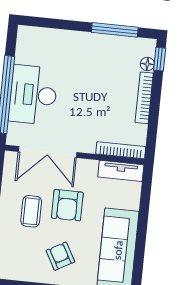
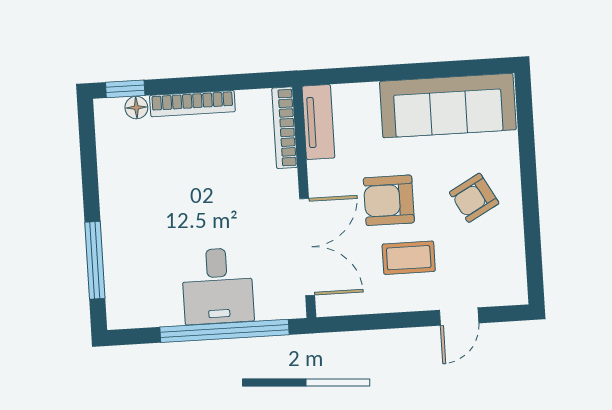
window: (115, 30) -> (95, 260), moved
desk: (33, 95) -> (218, 286), width x0.73
armchair: (67, 205) -> (389, 200), turned 180

